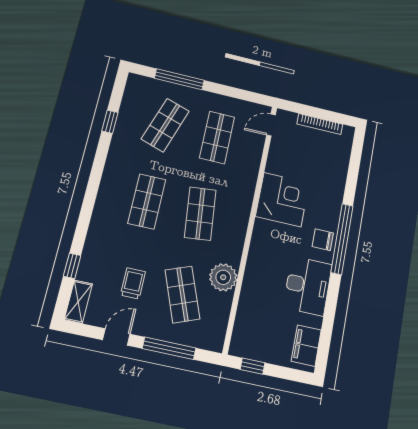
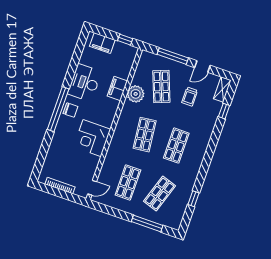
filing cabinet: (254, 283) -> (117, 88), added
filing cabinet: (306, 346) -> (102, 43), moved, turned 90

